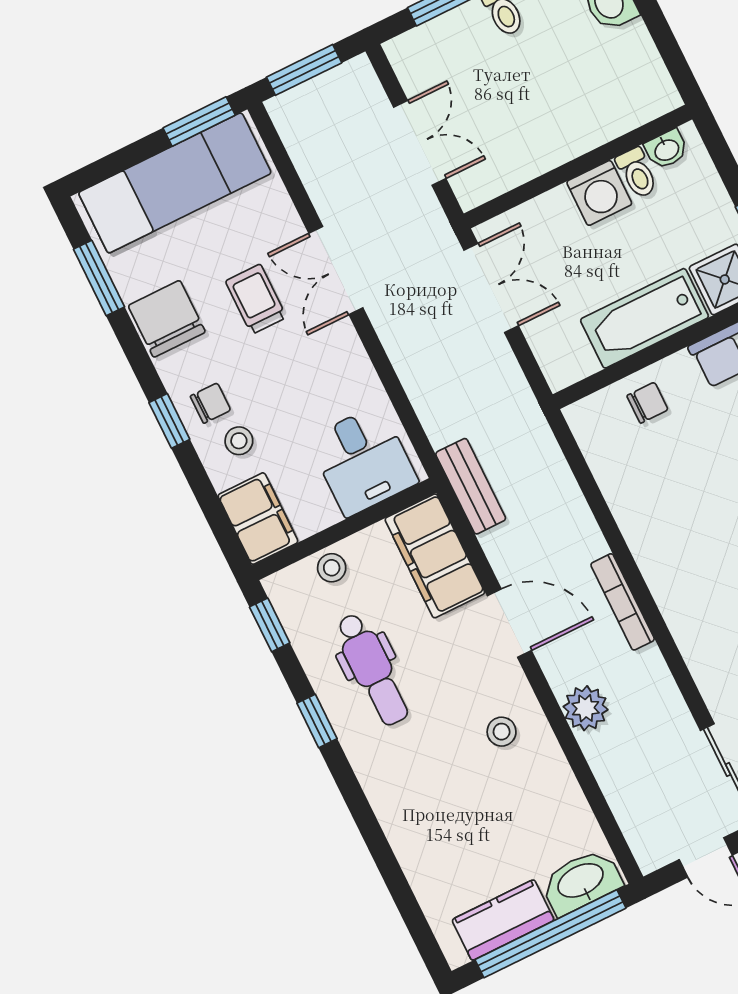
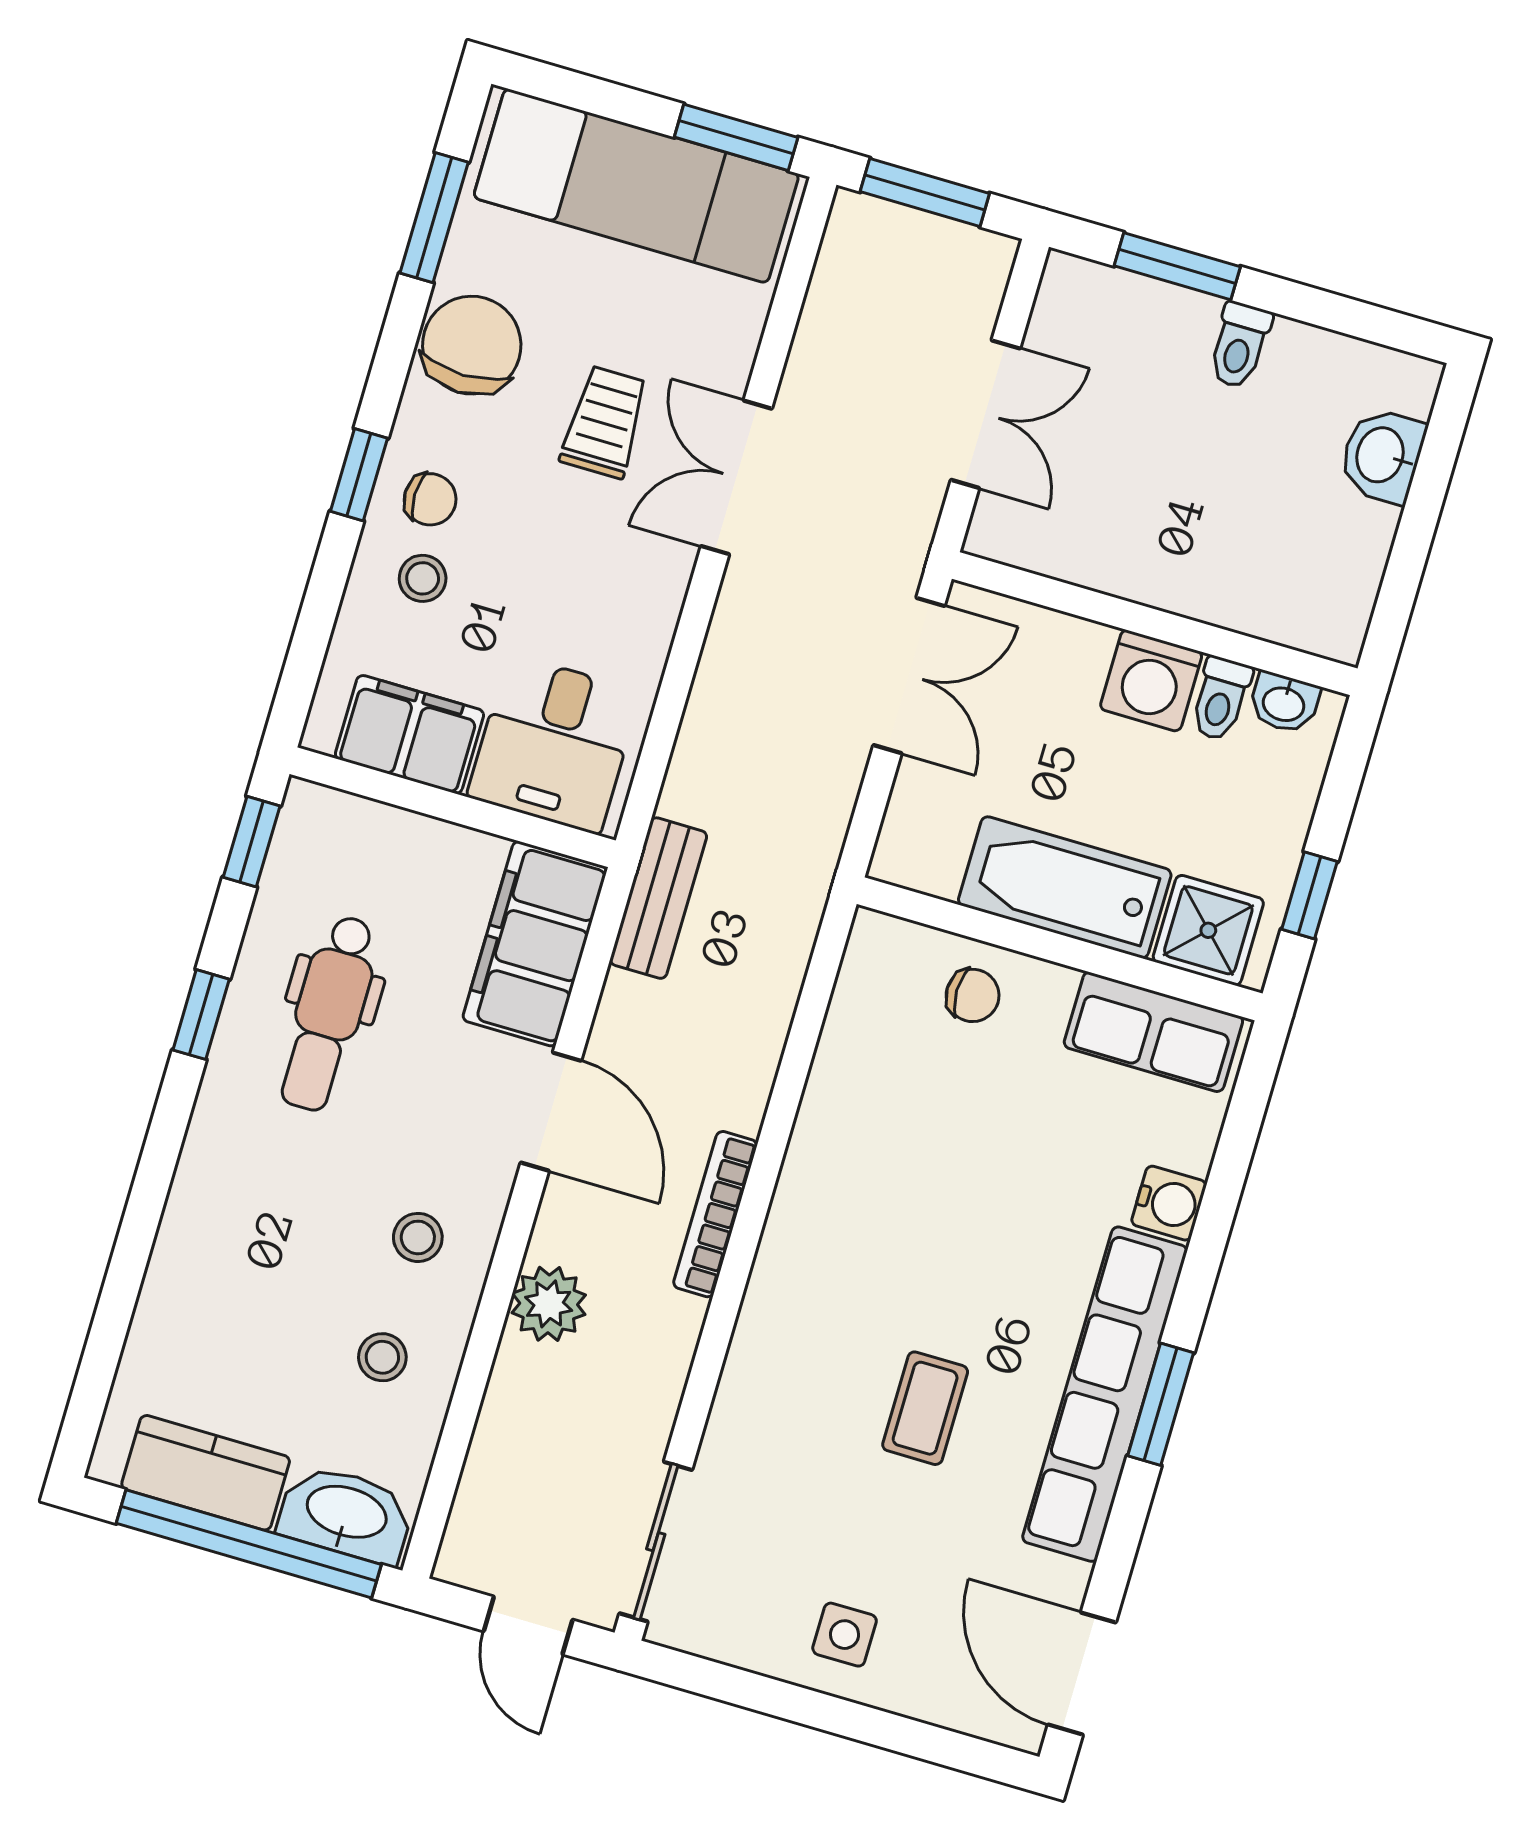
filing cabinet: (258, 519) -> (409, 734), moved, turned -90
stool: (332, 568) -> (382, 1357), moved

